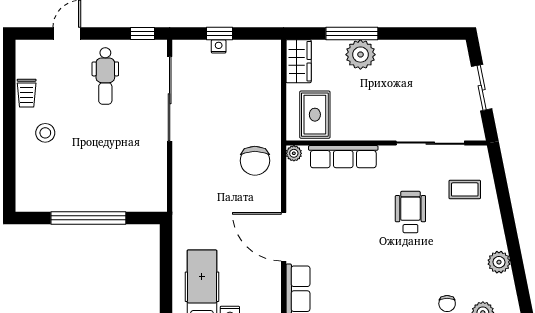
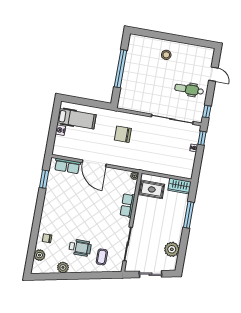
window: (220, 34) -> (202, 138), moved
plant: (360, 55) -> (172, 249), moved
trolley: (27, 93) -> (187, 49), removed
row of seats: (343, 157) -> (128, 205), width x0.68
chair: (255, 161) -> (123, 134), moved
wheelchair: (410, 212) -> (80, 248), moved
door: (284, 237) -> (94, 163), swing flipped

